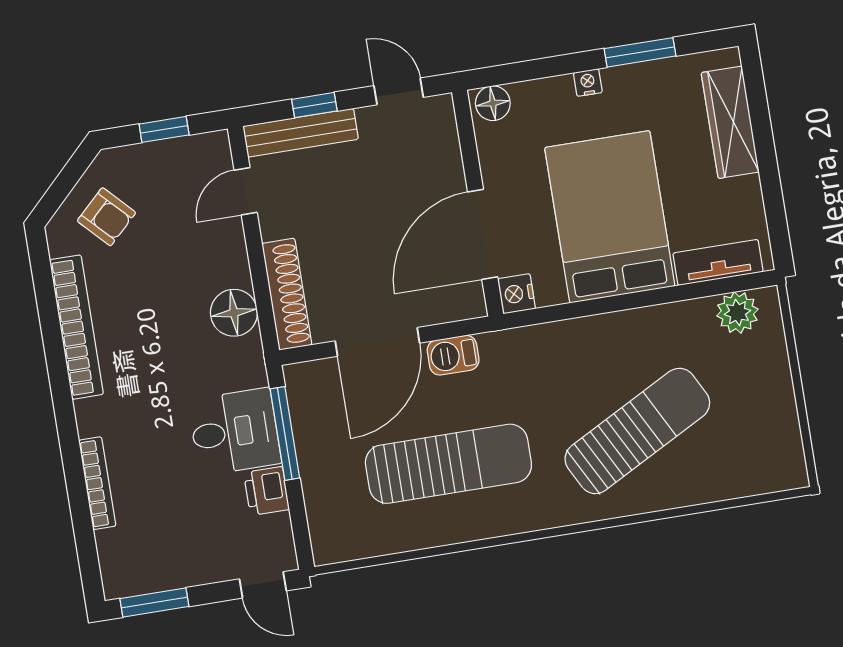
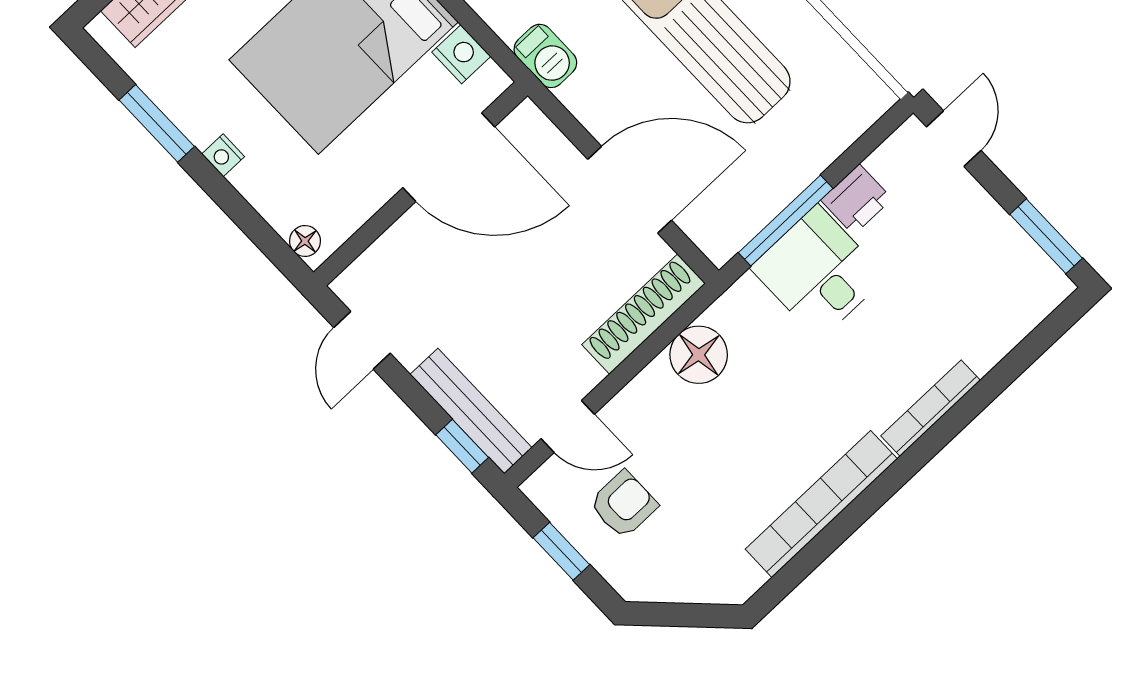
floor lamp: (493, 103) -> (305, 241), width x0.73, depth x0.73
window: (314, 105) -> (462, 446), moved
armchair: (106, 217) -> (624, 504), moved, turned 44
nightstand: (517, 294) -> (461, 54), moved, turned -90
barbecue: (453, 355) -> (545, 56), moved
bookcase: (97, 483) -> (931, 408), moved

